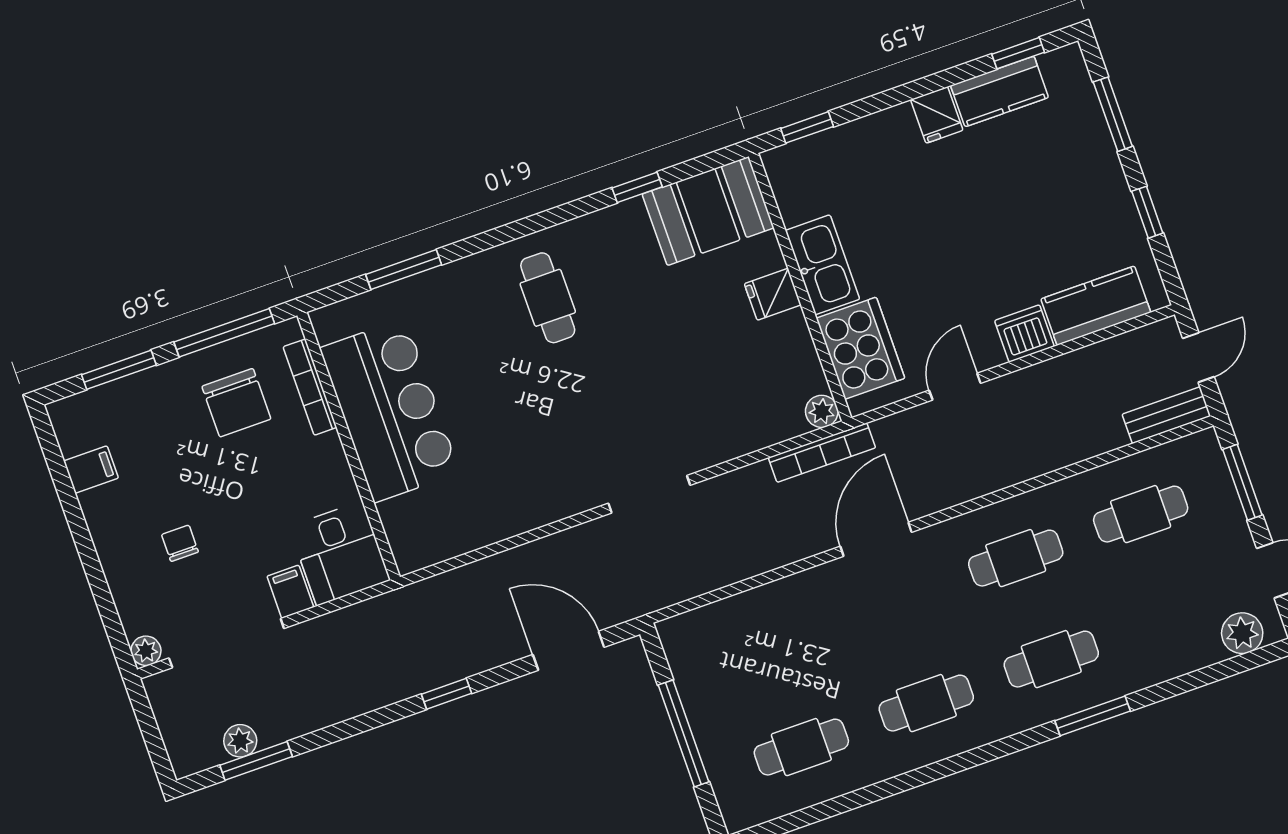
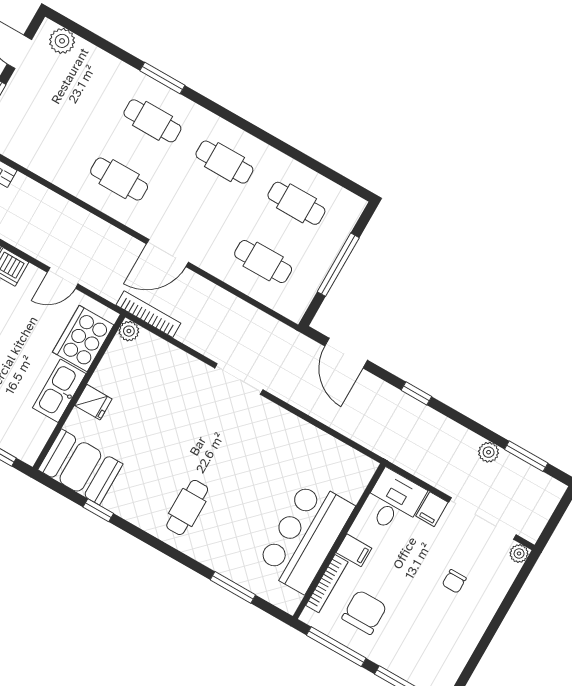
filing cabinet: (91, 470) -> (354, 550), moved, turned 180
cafe table: (1141, 514) -> (263, 262), moved
plant: (240, 741) -> (489, 452), moved

